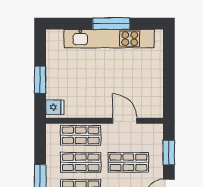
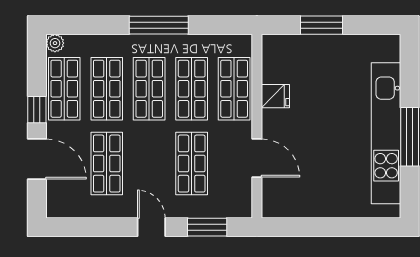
fridge: (55, 107) -> (275, 96), moved, turned -90
door: (125, 121) -> (257, 158), hinge flipped

